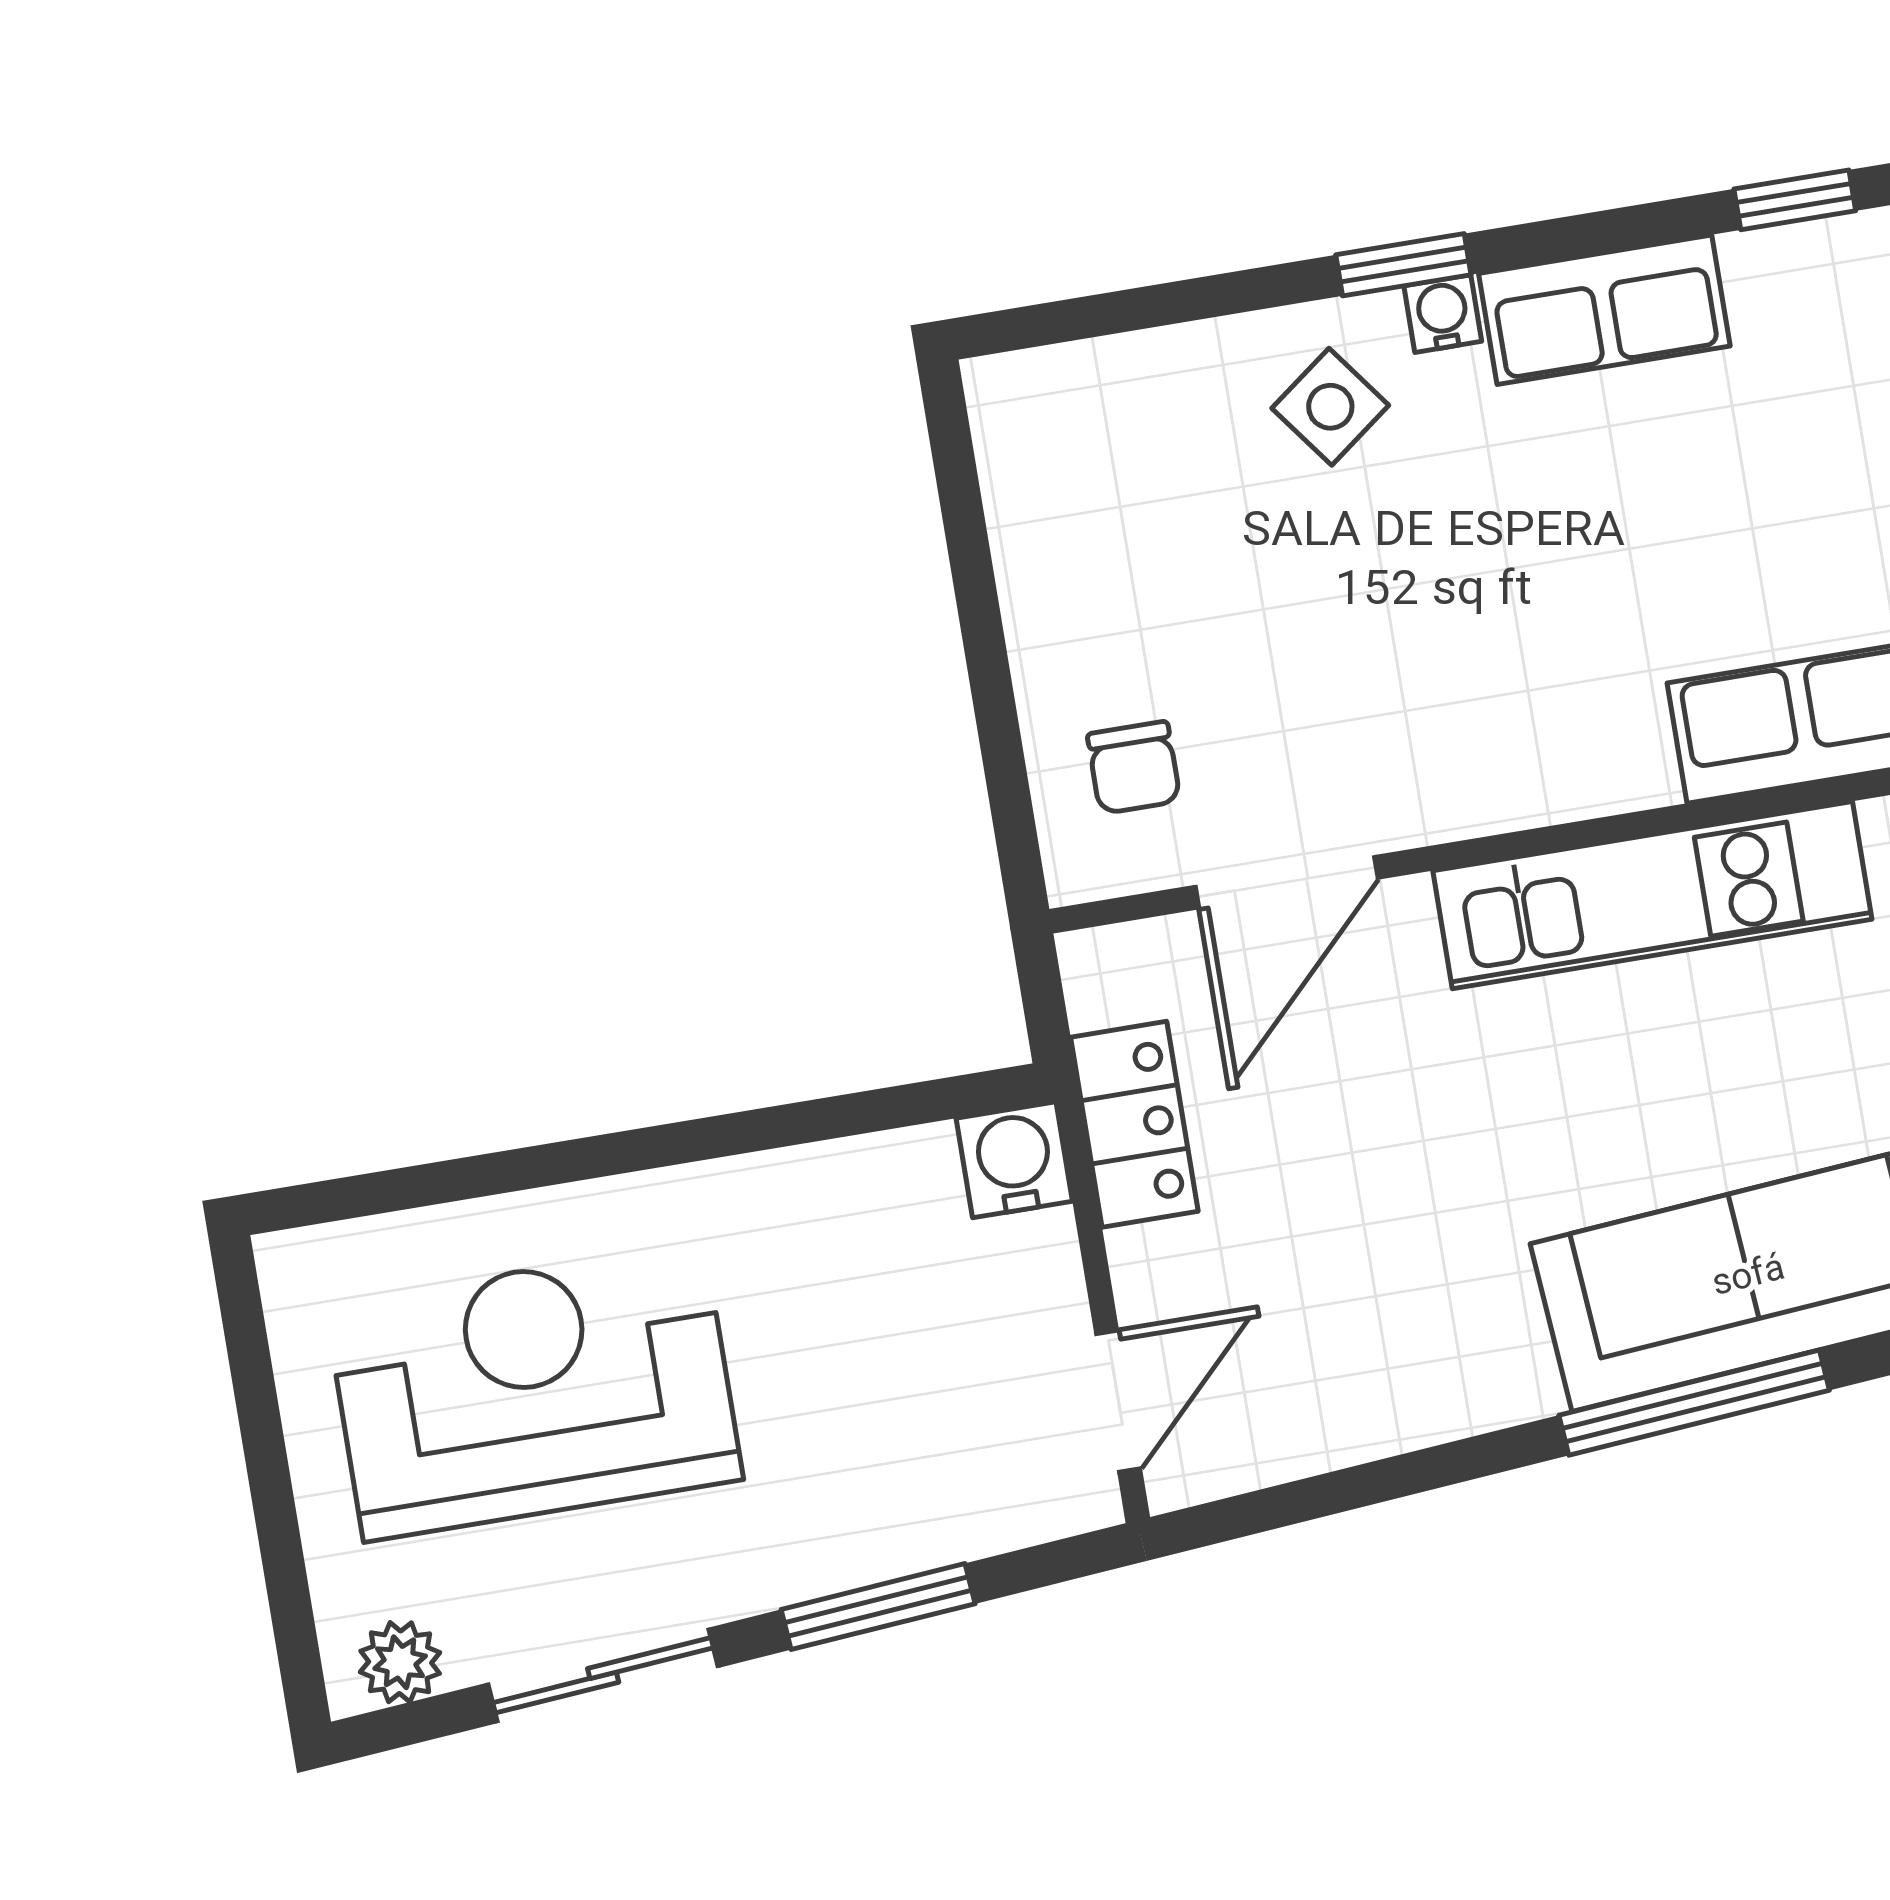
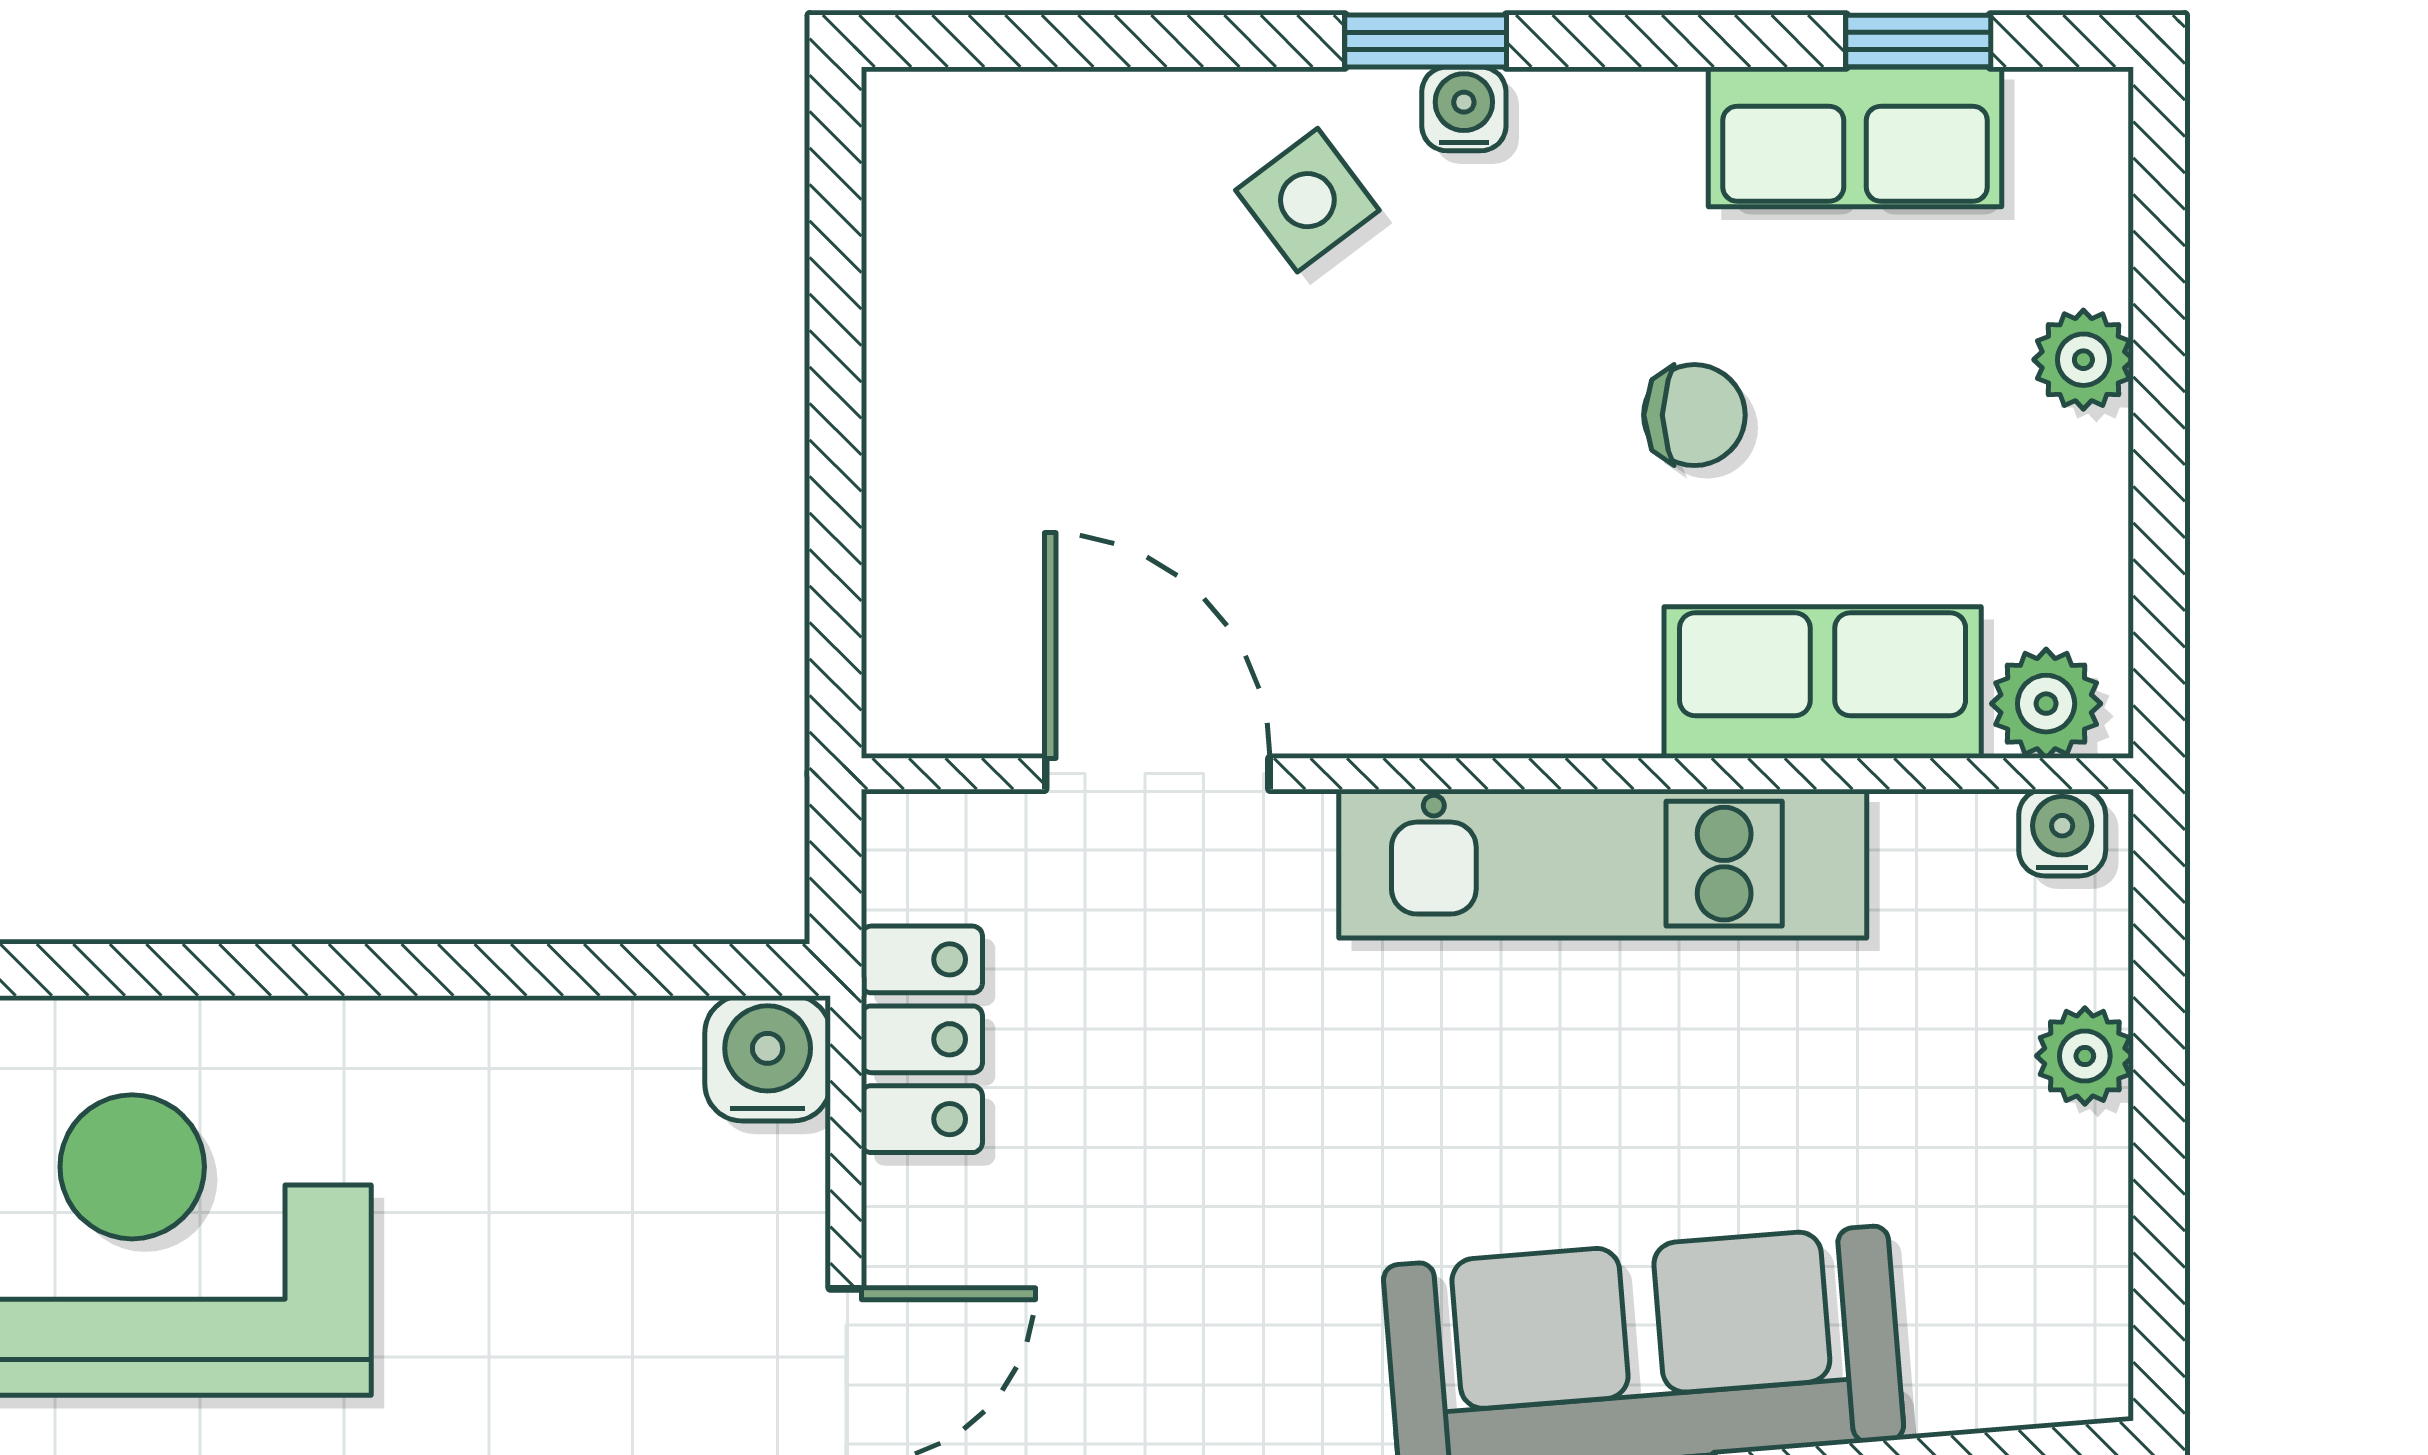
row of seats: (1604, 310) -> (1855, 137), moved
chair: (1134, 767) -> (1694, 415), moved, turned -90
door: (1287, 882) -> (1157, 774), swing flipped

